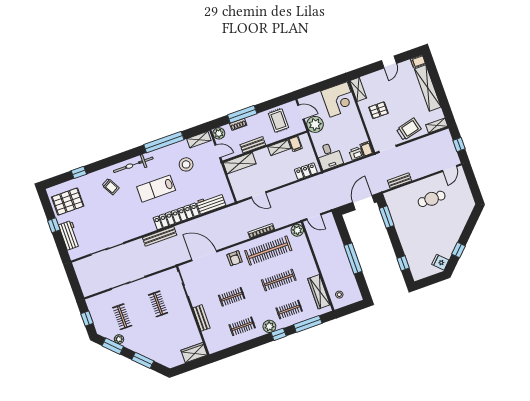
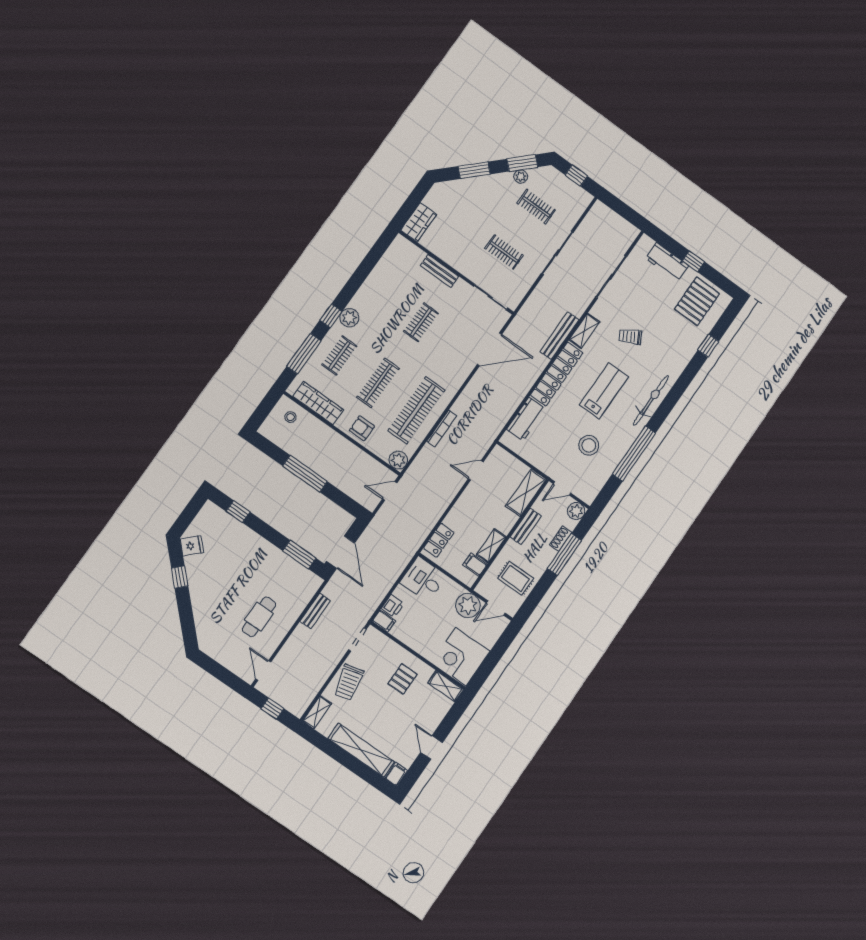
shelving: (199, 140) -> (584, 331), moved
trolley: (111, 187) -> (630, 336), moved
armchair: (235, 258) -> (362, 428), moved
clothes rail: (242, 326) -> (383, 295), removed

